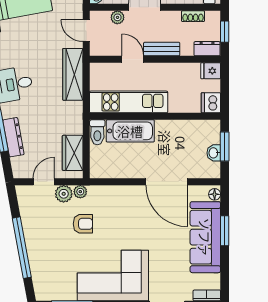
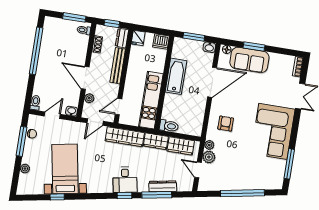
bench: (162, 49) -> (118, 66), width x1.36
door: (133, 59) -> (119, 107), moved
wardrobe: (74, 118) -> (156, 141), added
bathtub: (130, 131) -> (176, 76), moved
washbasin: (214, 153) -> (209, 47), moved
armchair: (83, 224) -> (226, 124), moved
sofa: (205, 237) -> (249, 60), width x0.73

